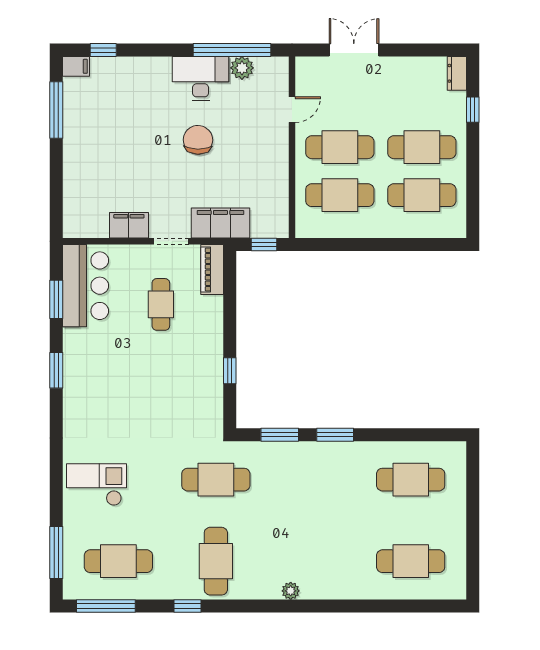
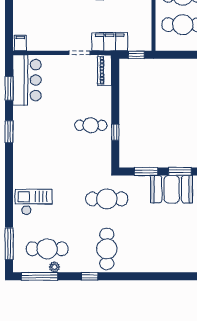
filing cabinet: (129, 225) -> (20, 43), moved, width x0.50
cafe table: (161, 304) -> (91, 125), moved, turned 90
booth: (322, 464) -> (172, 189), added
plant: (291, 591) -> (54, 267), moved

